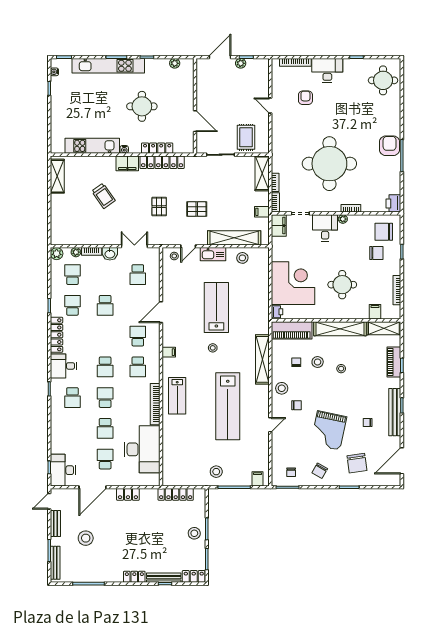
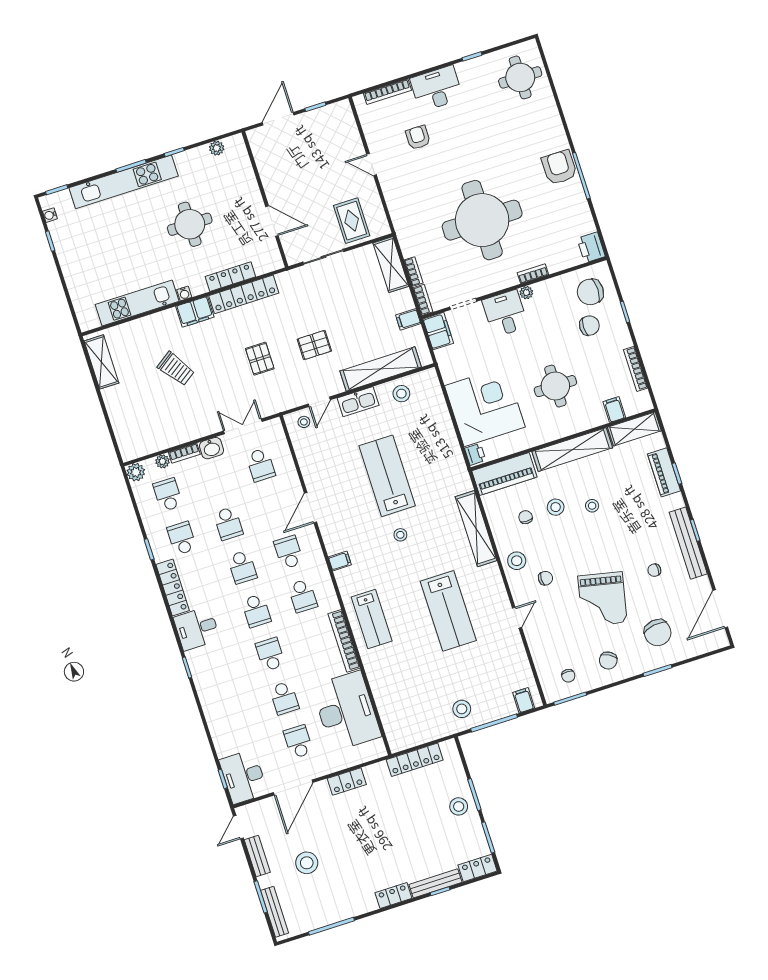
plant: (241, 63) -> (310, 118), removed
school desk: (72, 398) -> (242, 567), moved
lab bench: (228, 406) -> (448, 611), width x0.73

